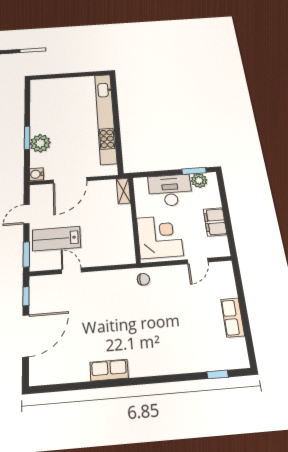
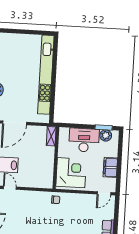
door: (198, 261) -> (104, 193), moved

